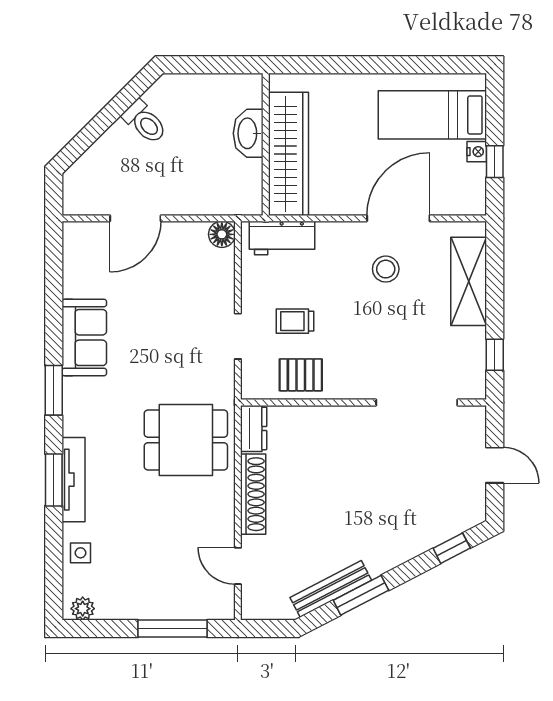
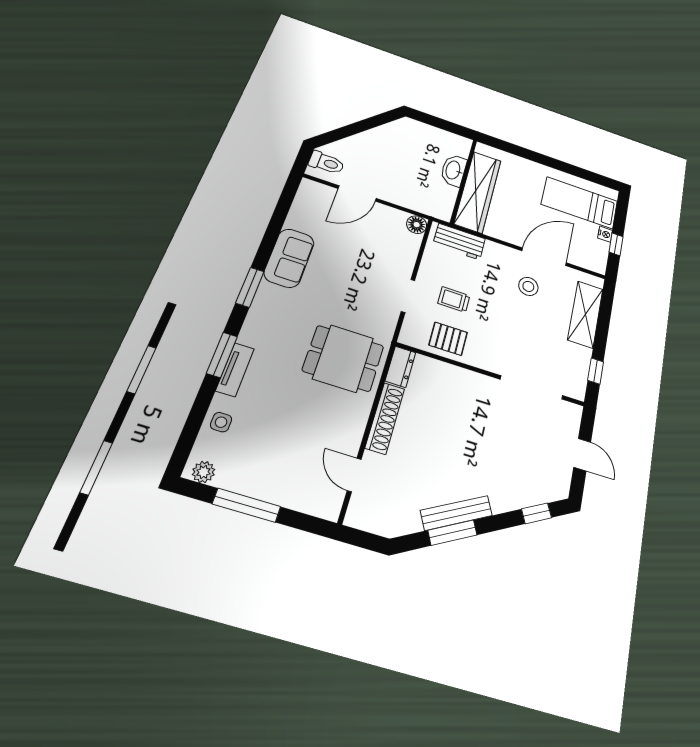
toilet: (145, 122) -> (326, 163), moved, turned -45
tv unit: (73, 480) -> (235, 370), width x0.71
bench: (331, 589) -> (457, 513), moved
window: (173, 629) -> (247, 505), moved

